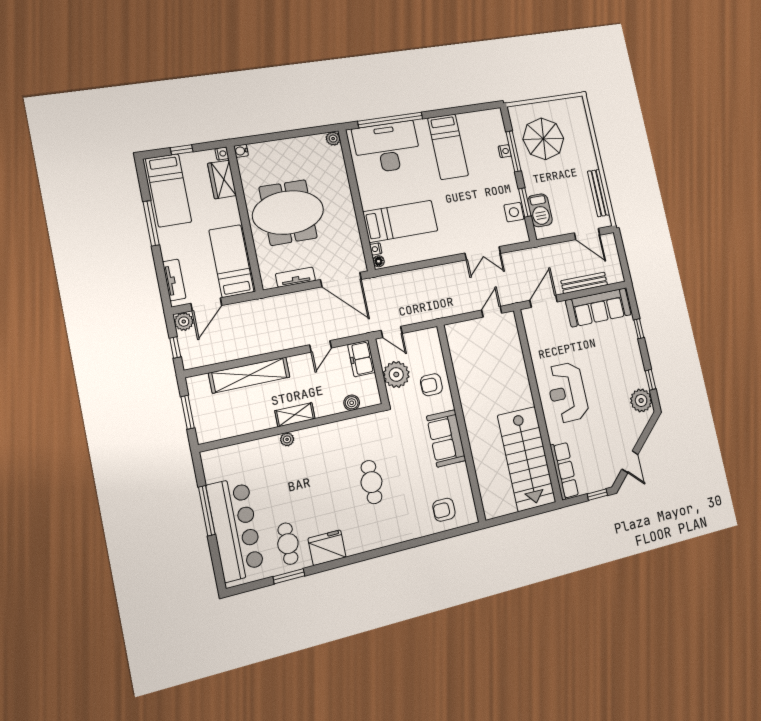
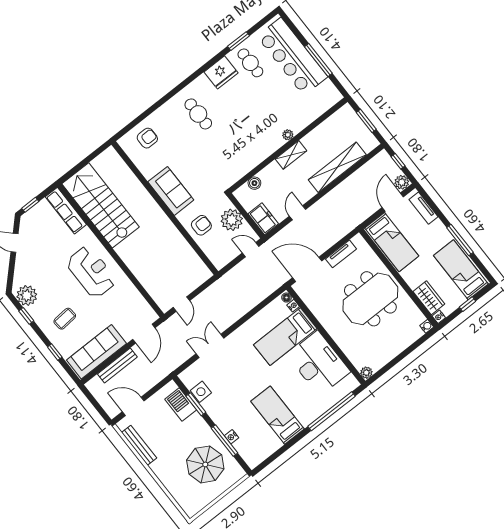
desk: (387, 147) -> (319, 363), moved, turned -90
coffee table: (615, 357) -> (65, 319), added
cafe table: (371, 482) -> (198, 114), moved

